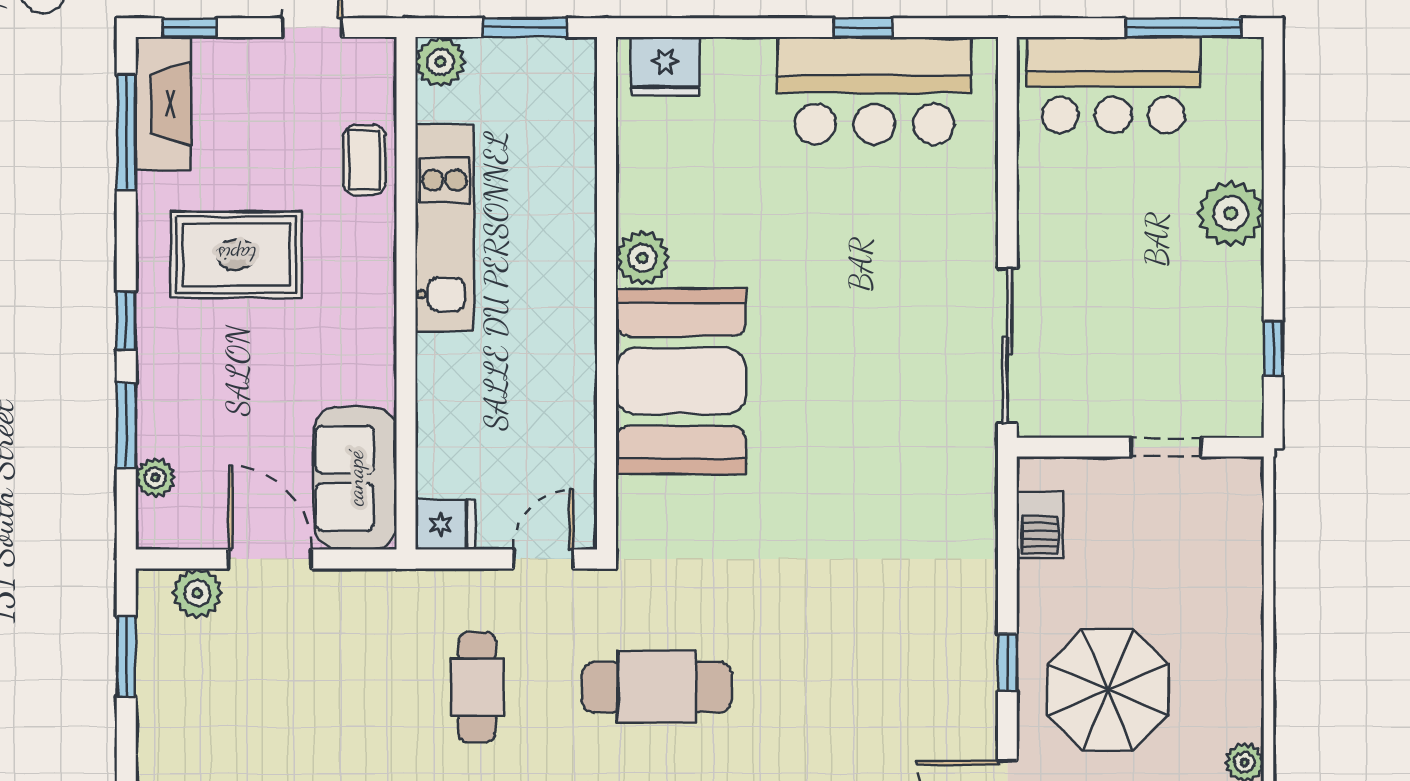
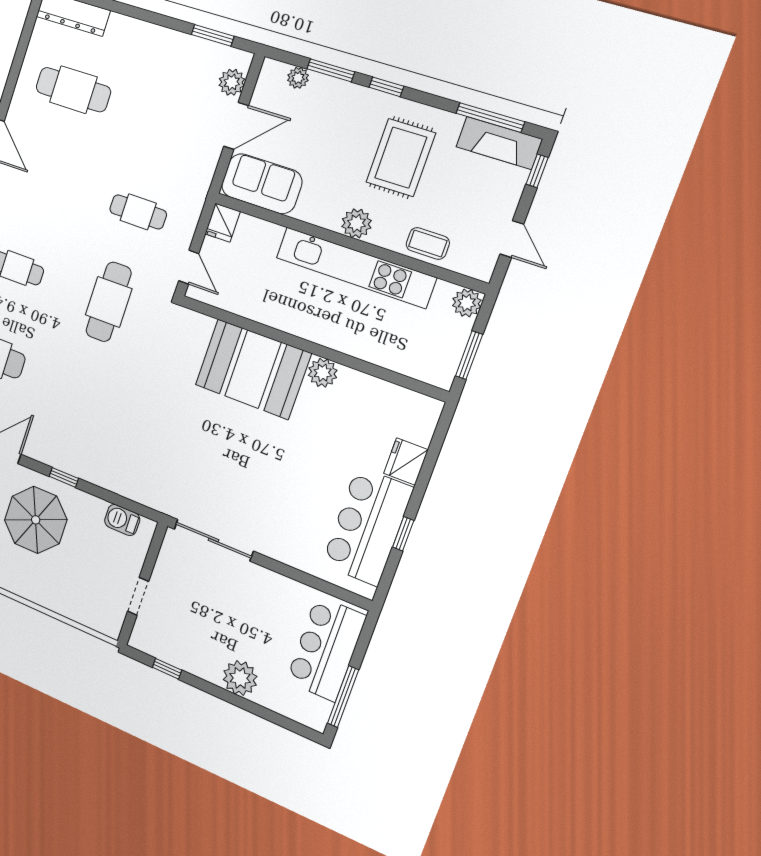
fridge: (665, 66) -> (406, 462), moved
kitchen unit: (445, 228) -> (355, 268), width x1.36
plant: (370, 290) -> (357, 223), added

